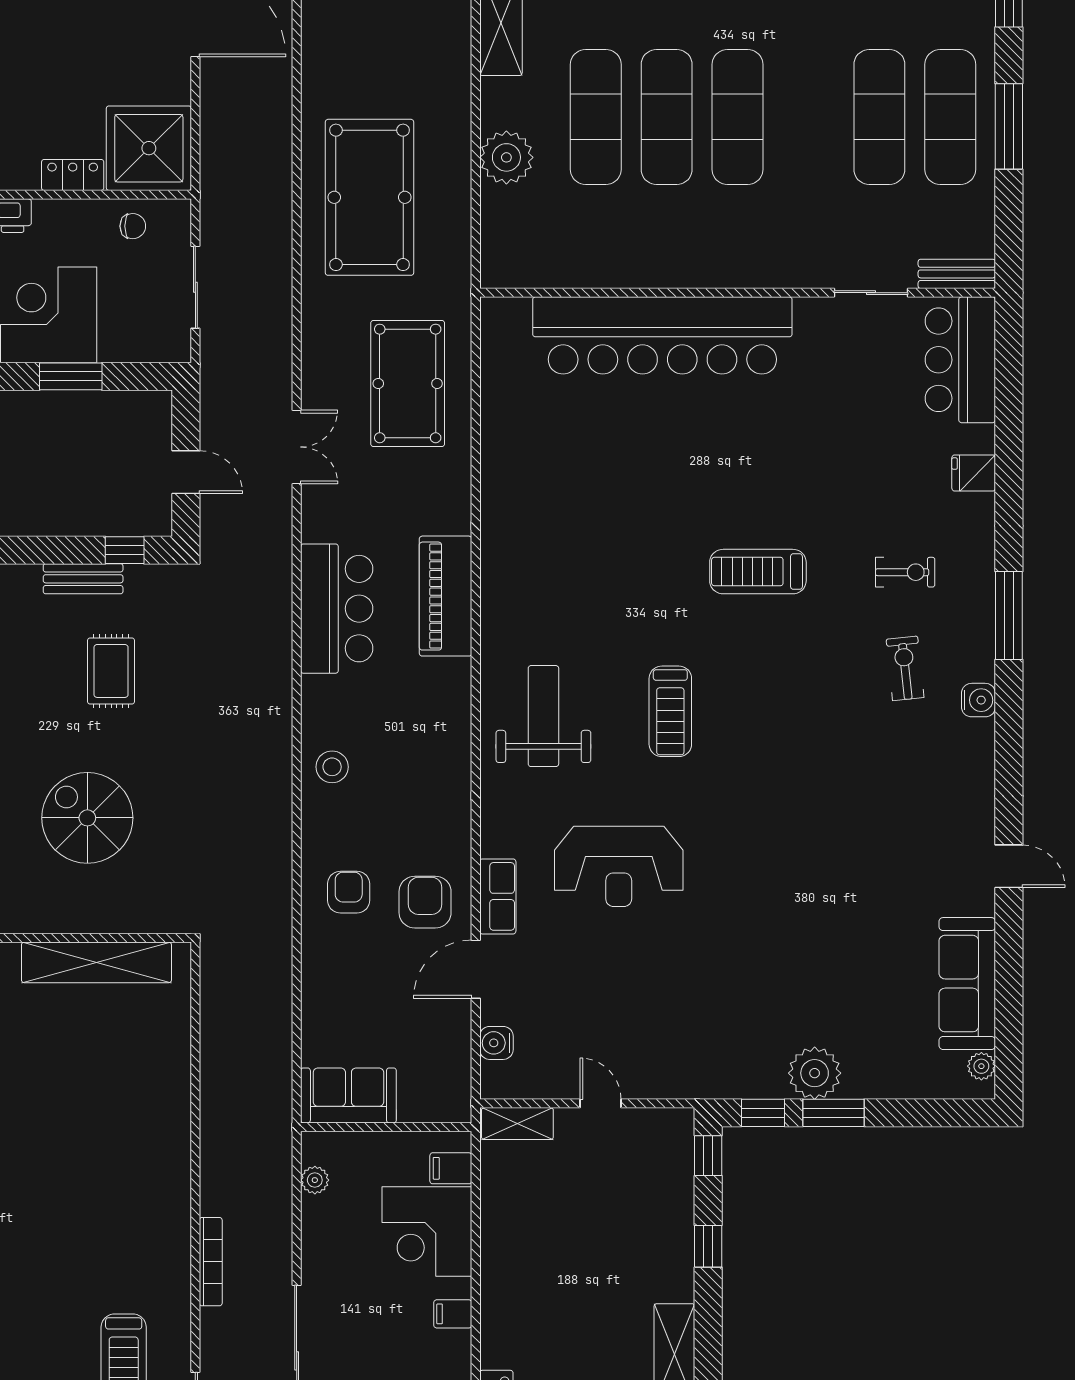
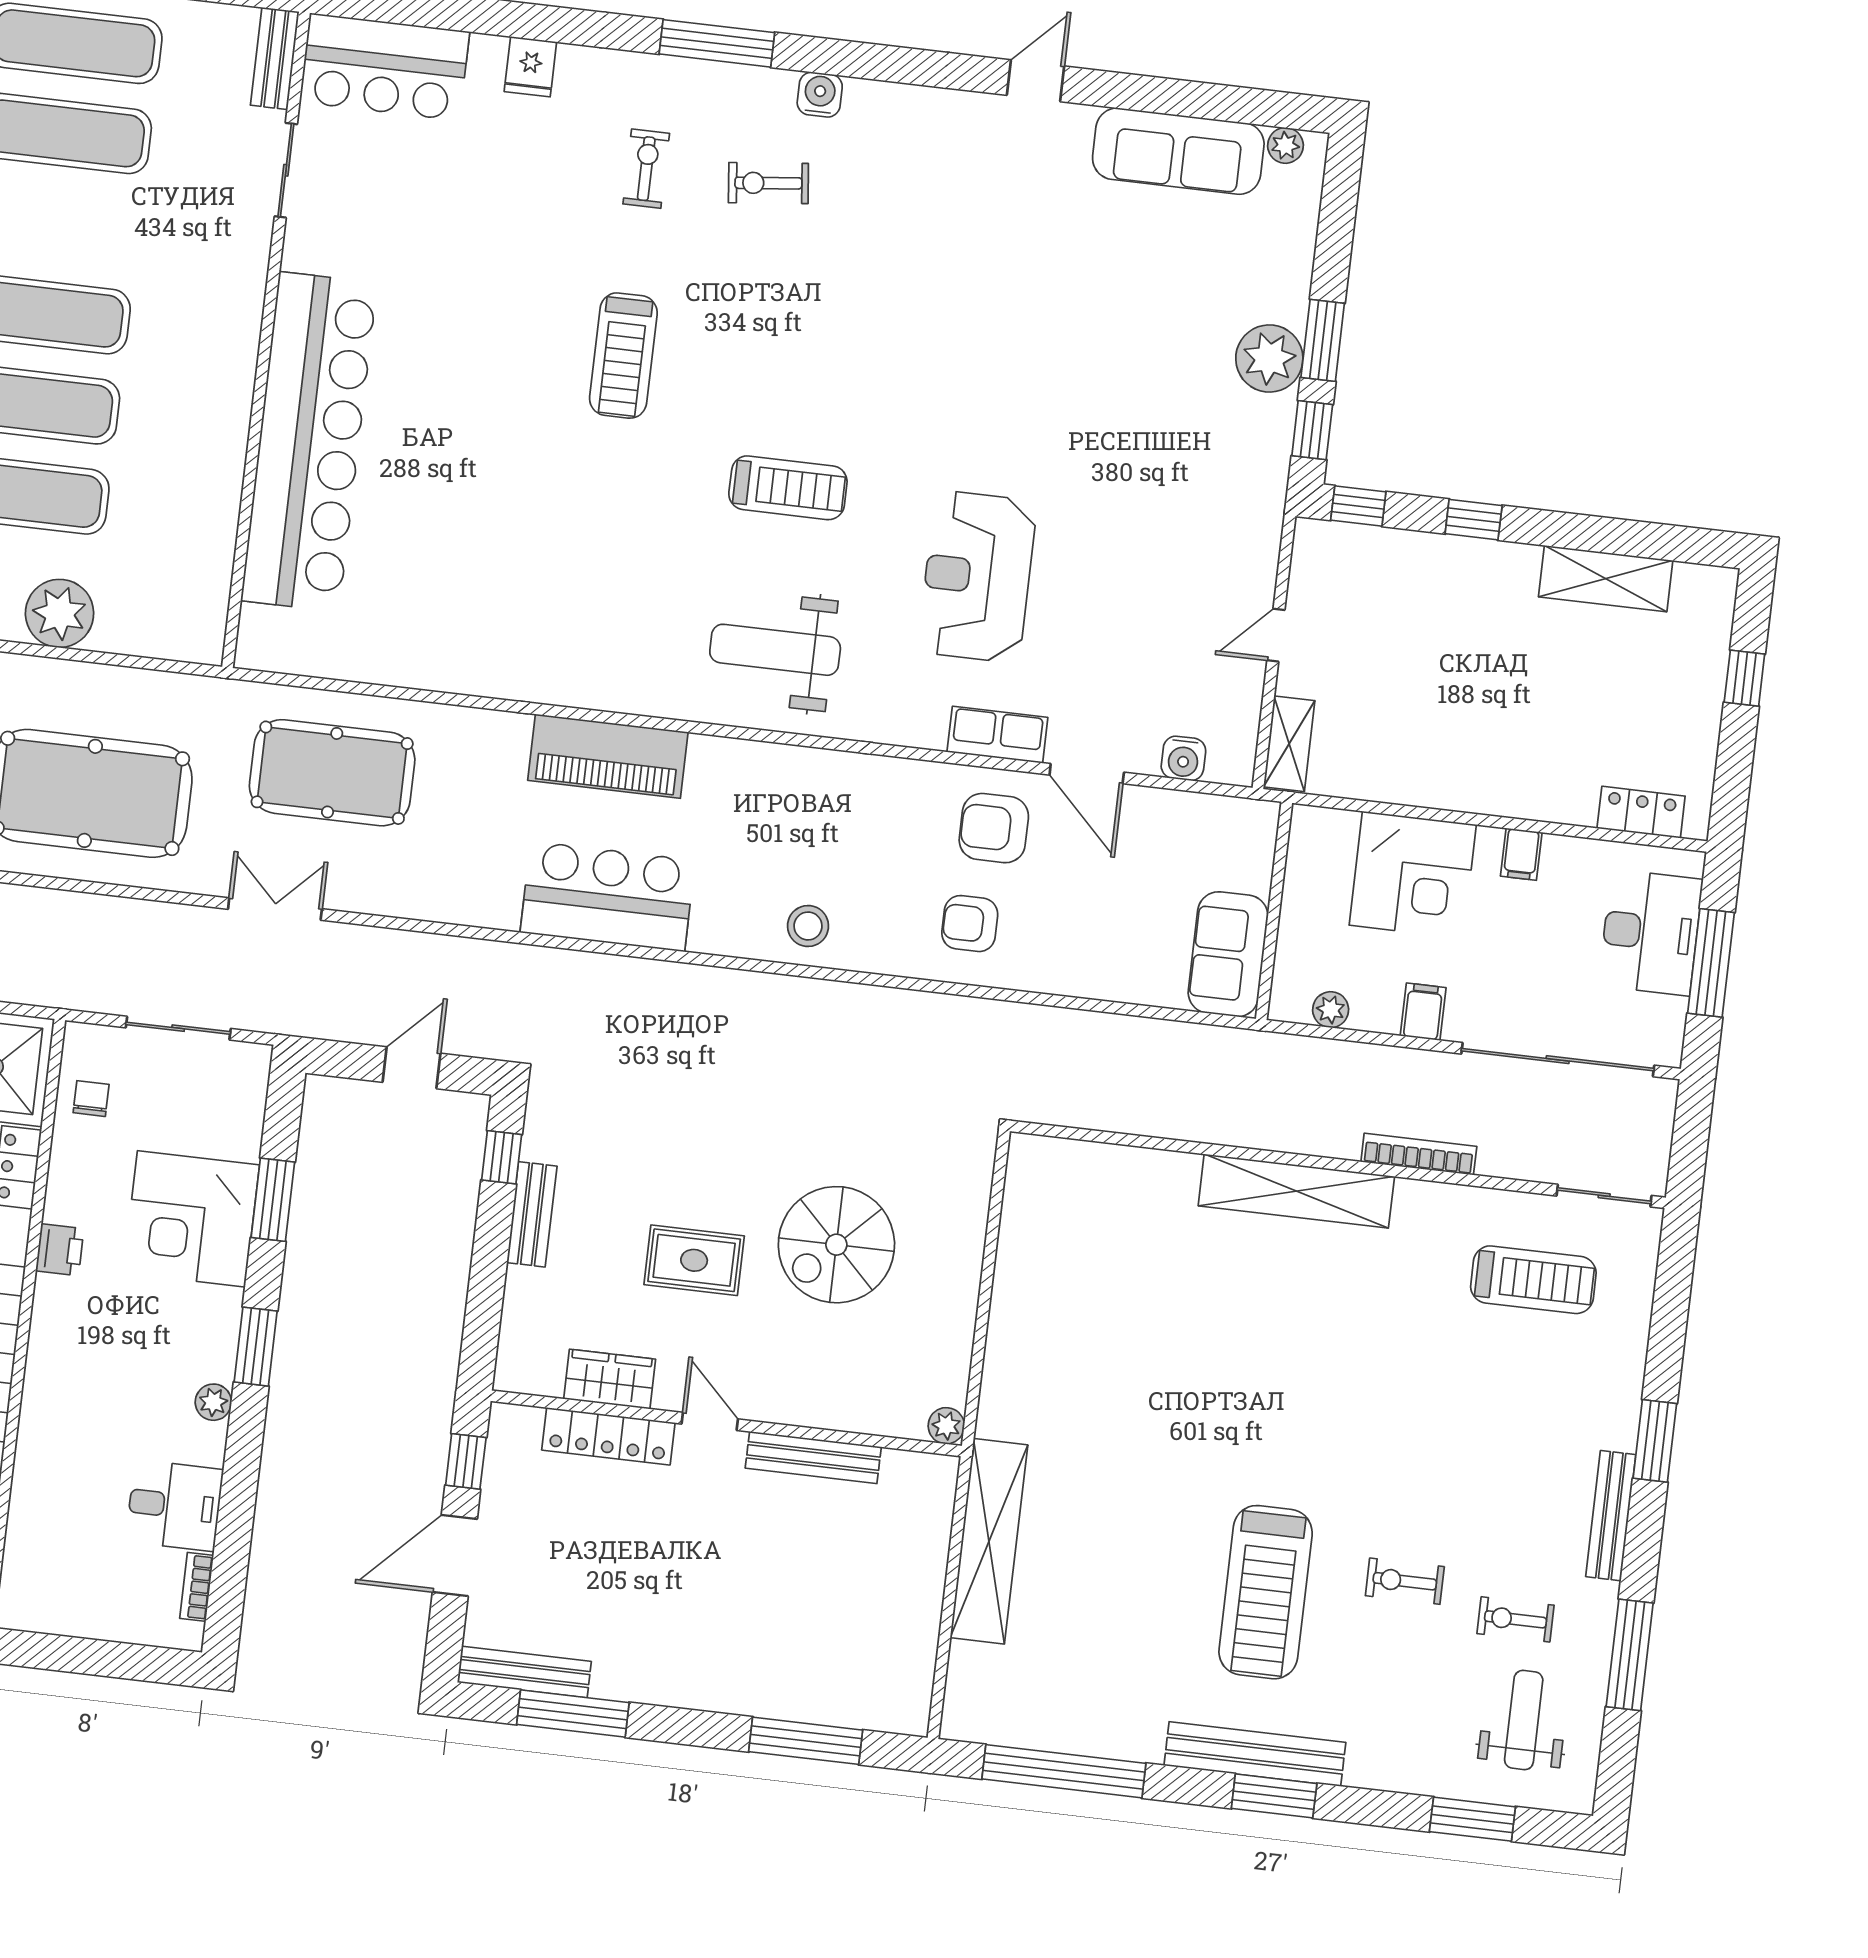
double door: (297, 447) -> (275, 909), moved
rug: (111, 671) -> (694, 1260), moved
reception desk: (619, 866) -> (977, 577), turned 180
shelving: (96, 962) -> (1296, 1191), moved, turned 90
filing cabinet: (451, 1168) -> (1423, 1012), moved, turned 180

